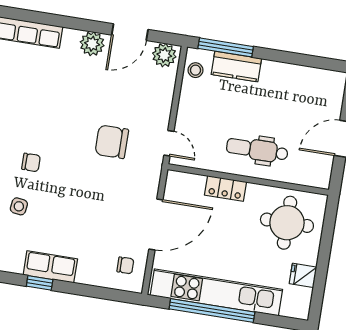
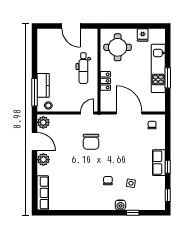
kitchen unit: (216, 292) -> (158, 68), width x0.73
window: (212, 311) -> (168, 78), width x0.47

